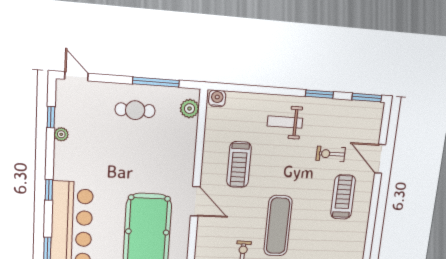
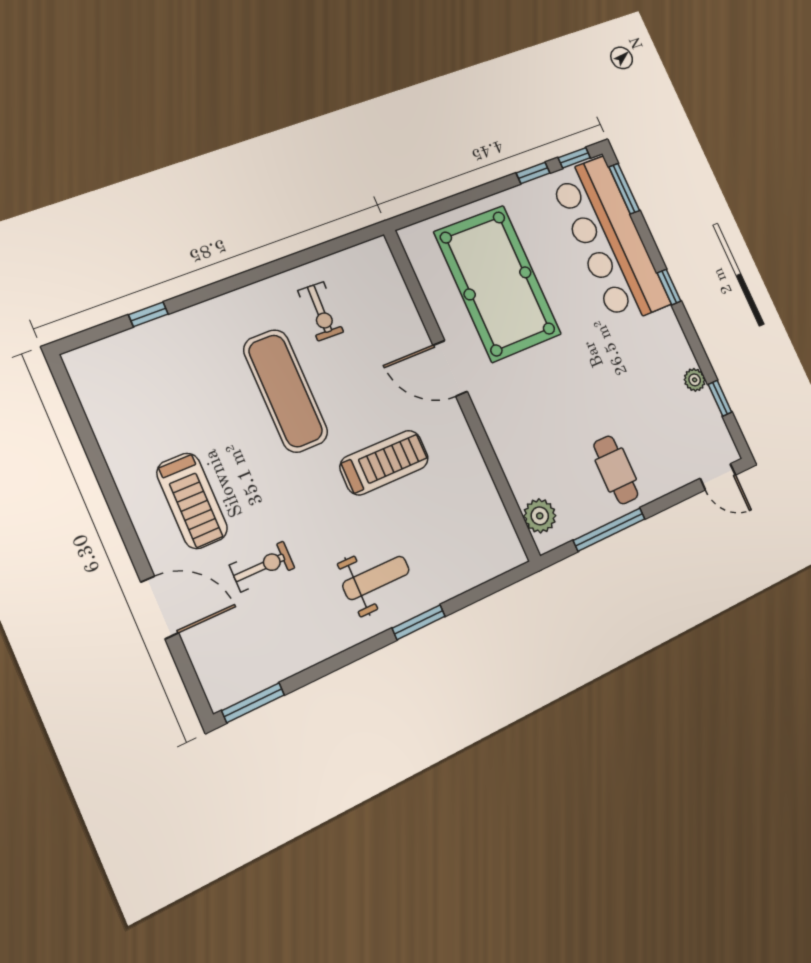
window: (319, 94) -> (419, 622), moved
water cooler: (217, 98) -> (507, 556), removed
cafe table: (135, 110) -> (616, 470), turned 90
treadmill: (239, 165) -> (384, 463), moved, turned 90

